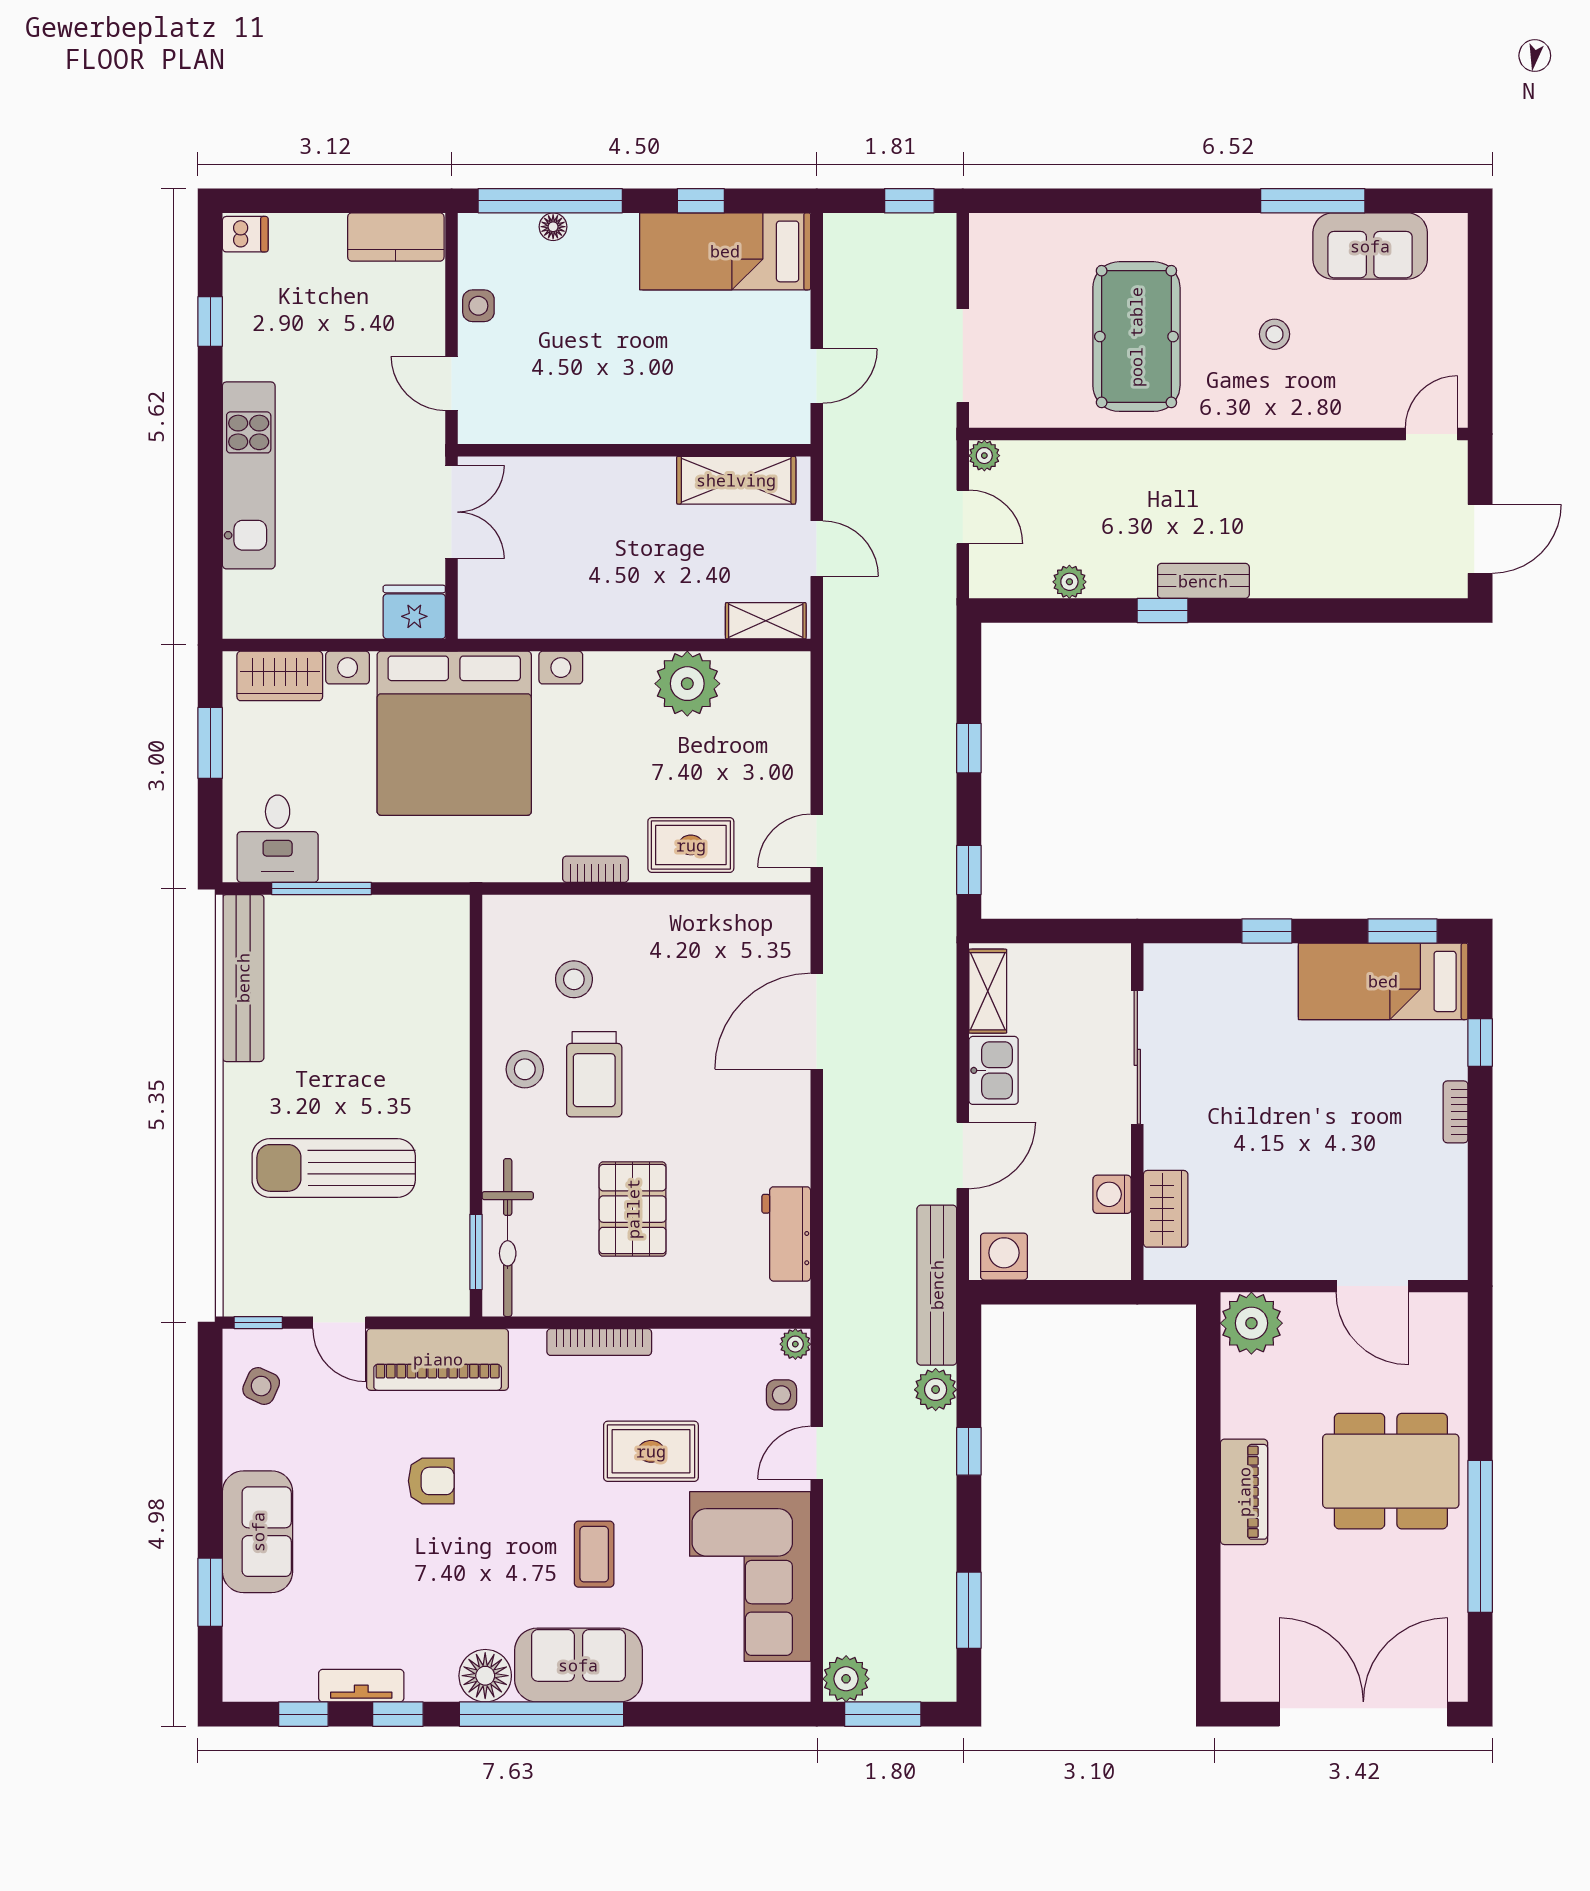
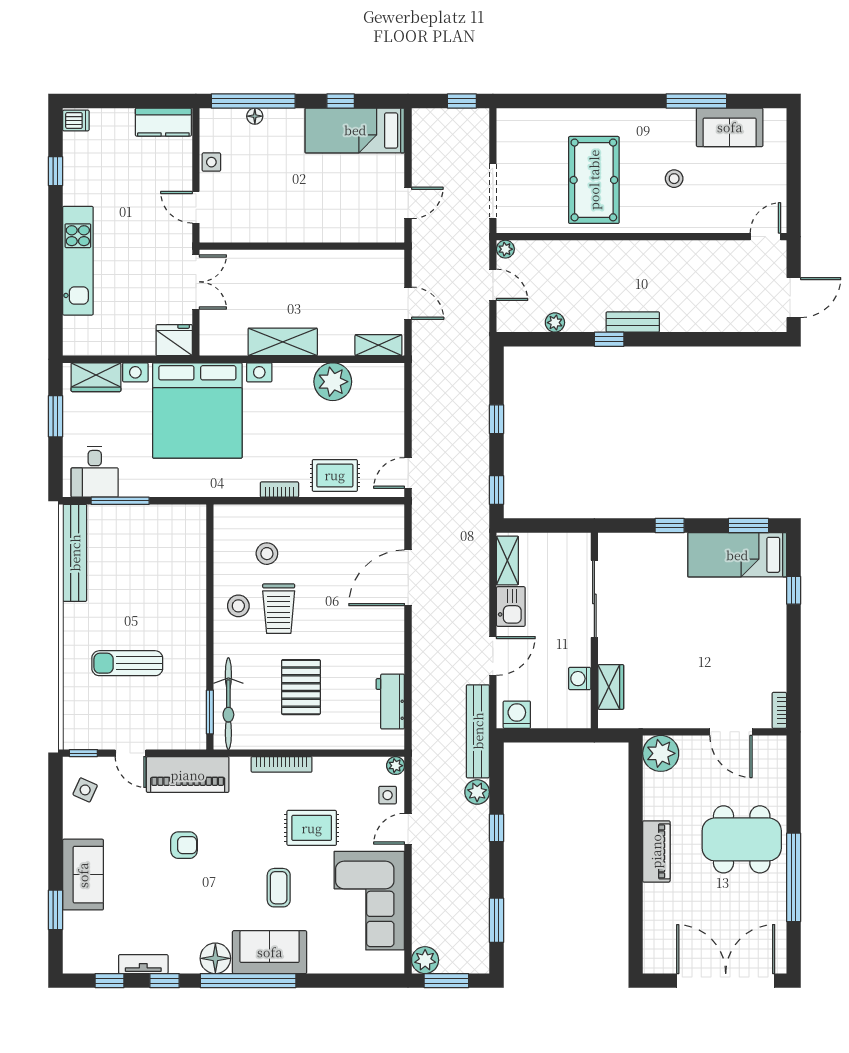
shelving: (736, 480) -> (283, 342), moved
bookcase: (1456, 1112) -> (779, 710), moved
sun lounger: (334, 1168) -> (127, 663), width x0.73, depth x0.75

